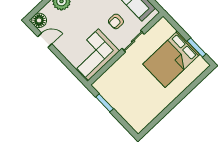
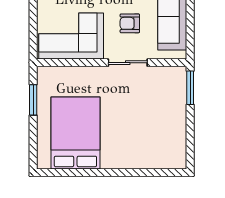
window: (197, 47) -> (190, 88), moved
bed: (171, 59) -> (75, 133), moved, turned 90

